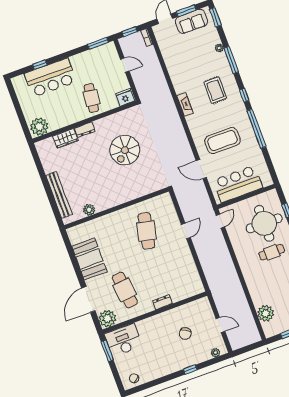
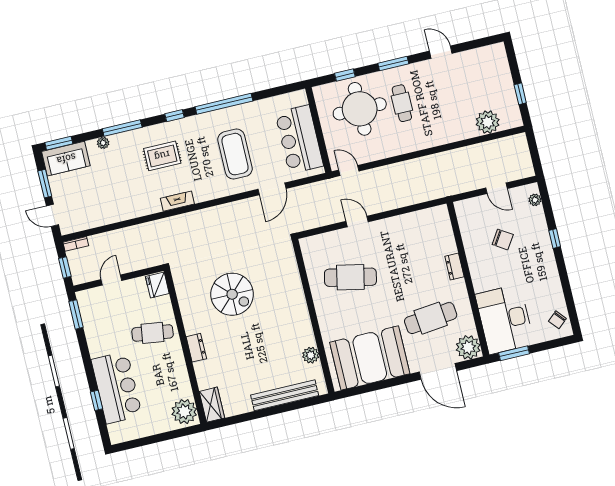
sofa: (191, 21) -> (66, 159), moved, turned 90
wardrobe: (65, 138) -> (212, 405), moved
booth: (89, 259) -> (370, 358), width x1.36, depth x1.42
door: (220, 325) -> (496, 188), swing flipped
desk: (123, 340) -> (505, 319), width x1.36, depth x1.30

